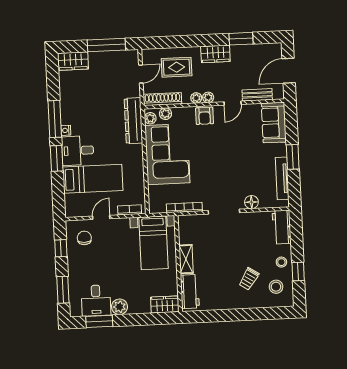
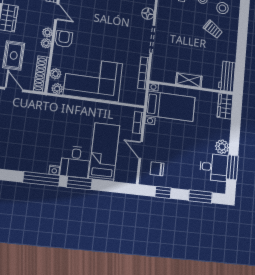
armchair: (205, 116) -> (64, 39), turned -90
dresser: (133, 121) -> (57, 104), removed
workbench: (190, 292) -> (227, 76), moved, turned -90

